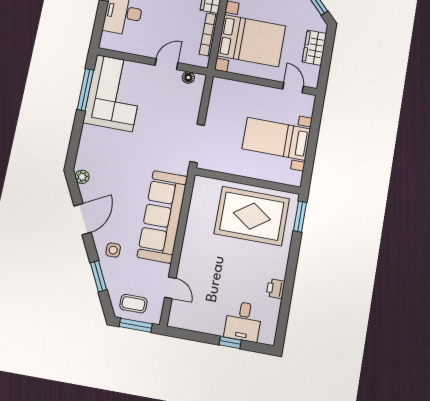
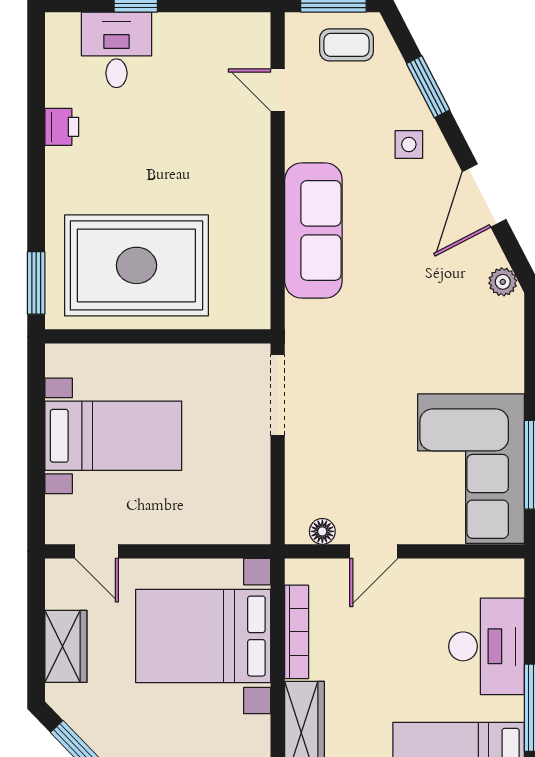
sofa: (162, 217) -> (313, 230), width x0.74, depth x0.79

